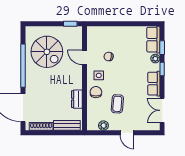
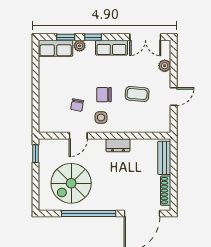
spiral stairs: (47, 52) -> (71, 183), turned 180
chair: (96, 92) -> (104, 95), moved
dresser: (77, 99) -> (118, 145), moved
plant: (103, 126) -> (165, 66), moved
door: (127, 133) -> (174, 97), moved

